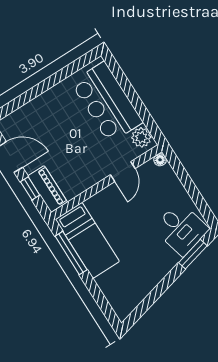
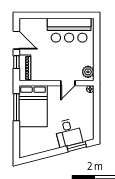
bar counter: (107, 102) -> (69, 30), moved, turned -90
desk: (181, 229) -> (68, 133), moved
bed: (87, 240) -> (33, 106), width x1.50

